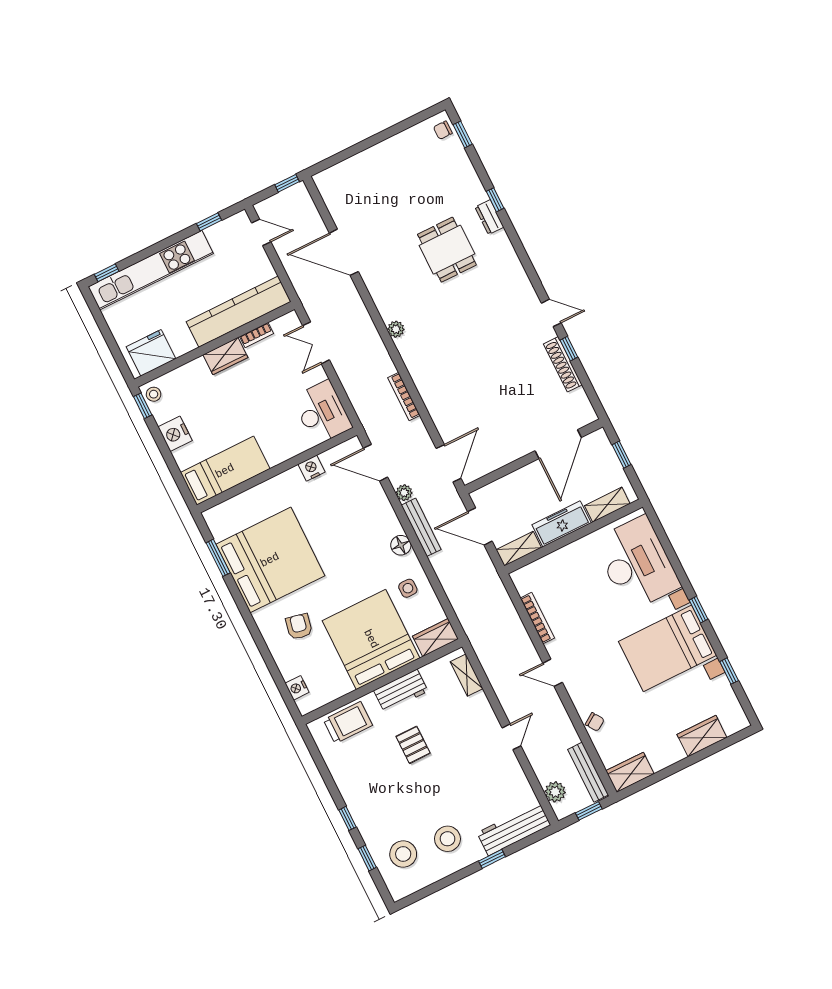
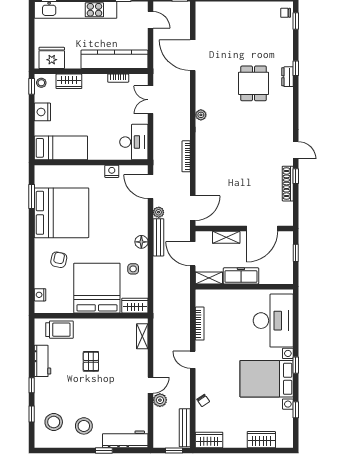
wardrobe: (225, 356) -> (69, 81), moved
shelving: (607, 505) -> (226, 237), moved
workbench: (401, 691) -> (42, 361), moved, turned -90
plant: (555, 792) -> (160, 400), moved

